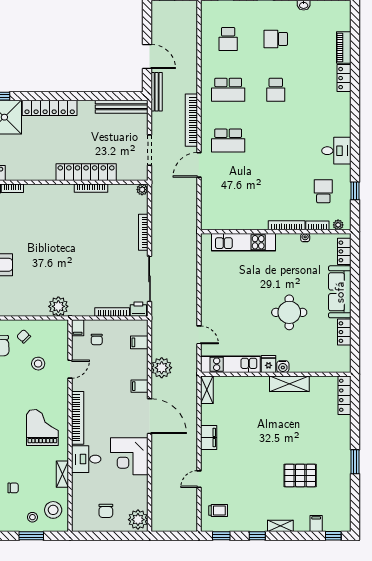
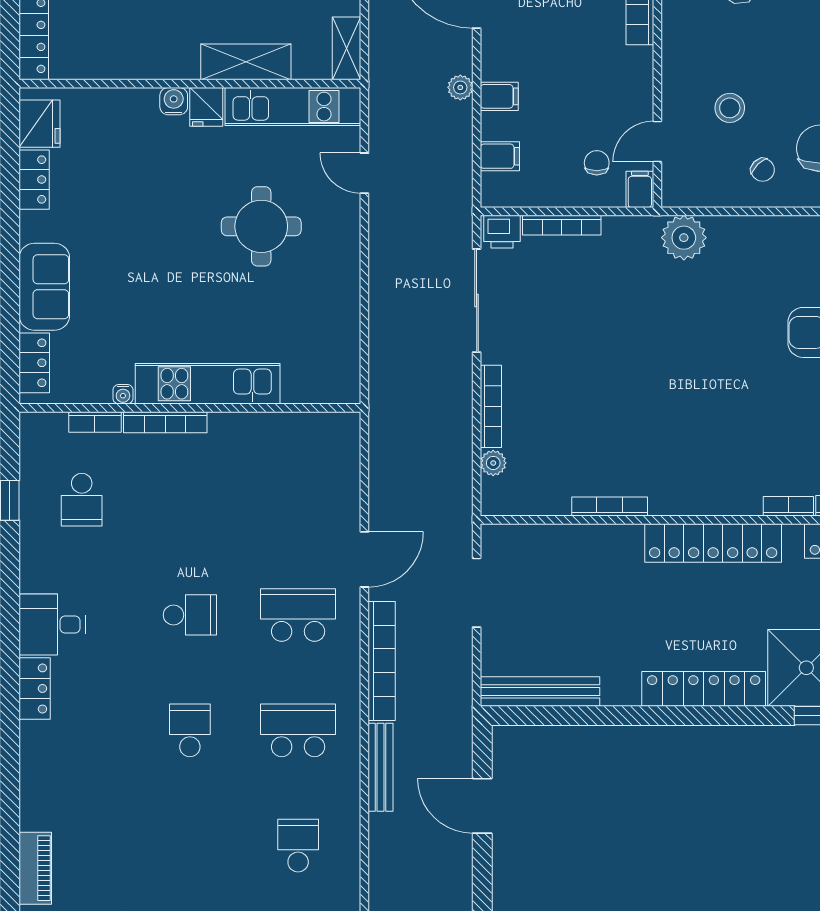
school desk: (276, 39) -> (190, 615), moved
piano: (344, 48) -> (35, 868), moved
locker: (344, 78) -> (35, 688), moved
bench: (157, 92) -> (380, 767), moved
desk: (336, 151) -> (52, 624), moved
locker: (86, 172) -> (713, 543), moved
plant: (142, 190) -> (493, 463), moved
plant: (338, 225) -> (48, 423), removed
kitchen unit: (244, 242) -> (208, 384), moved
sofa: (340, 292) -> (44, 287), width x0.73
round table: (289, 312) -> (261, 226), moved
fridge: (342, 357) -> (40, 124), added
plant: (162, 368) -> (460, 87), width x0.53, depth x0.53
door: (70, 369) -> (657, 142), moved
shelving: (289, 384) -> (246, 62), moved
filing cabinet: (140, 386) -> (499, 96), moved

